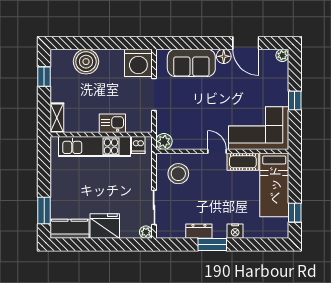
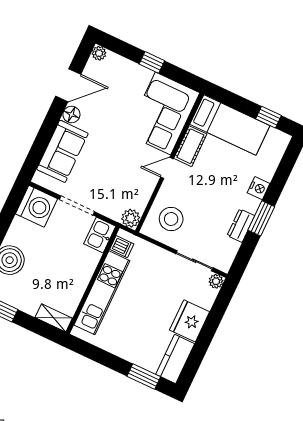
kitchen sink: (112, 123) -> (100, 235), moved

